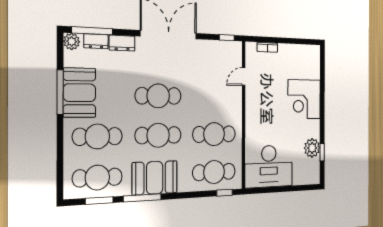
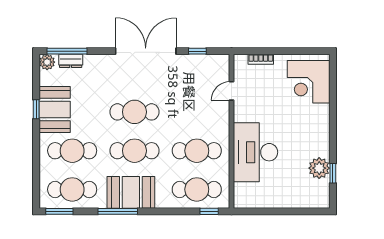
window: (227, 38) -> (197, 51), moved
dresser: (122, 43) -> (97, 62), removed
window: (60, 92) -> (36, 109), width x0.46
corner desk: (304, 99) -> (309, 82), moved
desk: (269, 166) -> (255, 152), moved, turned 90
window: (99, 201) -> (59, 211), moved

